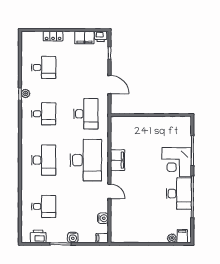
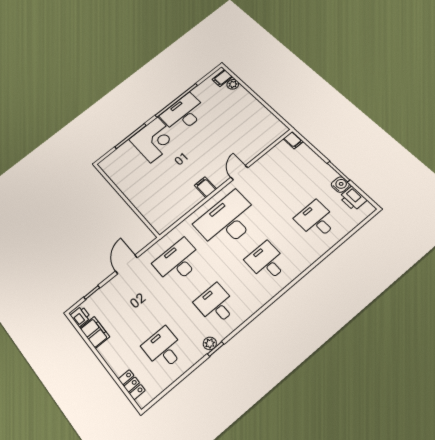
locker: (53, 36) -> (132, 385), moved
desk: (44, 160) -> (267, 262), width x0.73
filing cabinet: (118, 160) -> (205, 187), width x0.50
water cooler: (103, 218) -> (272, 156), removed
water cooler: (73, 237) -> (340, 185), moved

